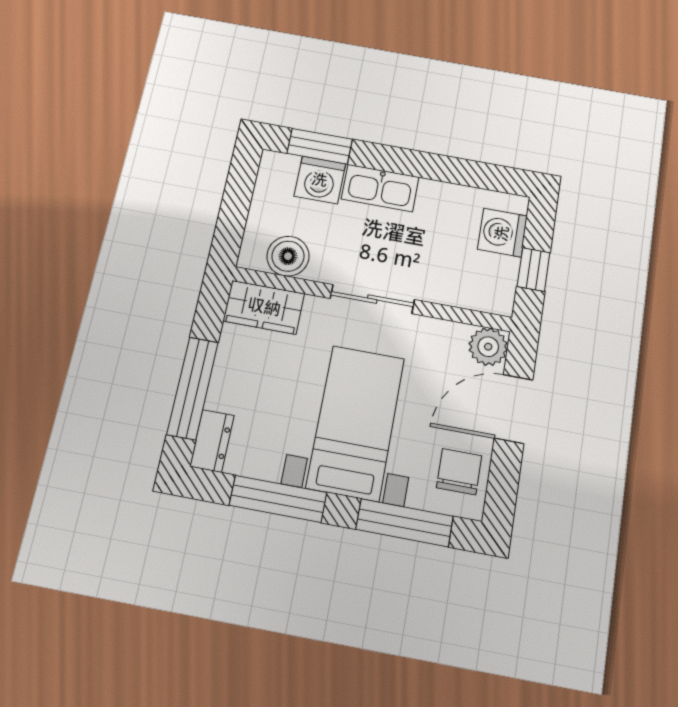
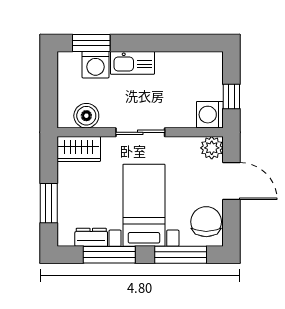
washing machine: (502, 233) -> (210, 115), moved
window: (193, 388) -> (49, 203), width x0.69
door: (514, 409) -> (231, 181), swing flipped
dresser: (212, 441) -> (91, 237), moved, turned -90
chair: (459, 472) -> (206, 222), width x1.37, depth x1.37

